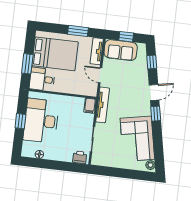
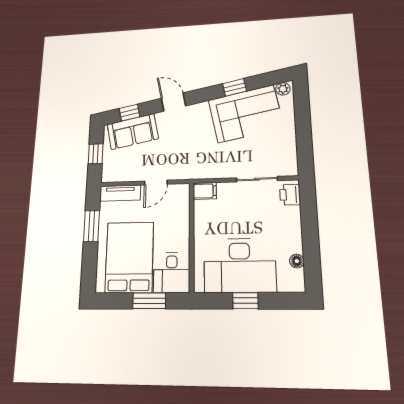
sofa: (121, 50) -> (133, 131), moved, turned 79
tv unit: (103, 105) -> (201, 172), removed
window: (156, 114) -> (235, 87), moved

